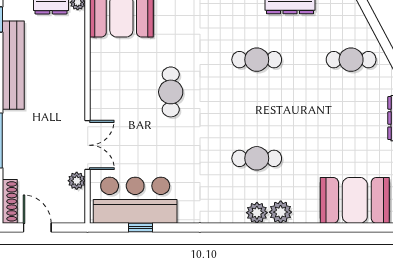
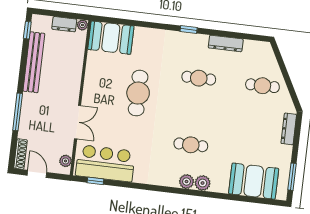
cafe table: (171, 92) -> (138, 93), width x1.37, depth x1.35
plant: (77, 181) -> (66, 161), moved
window: (141, 228) -> (95, 181), moved

